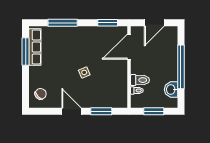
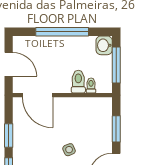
window: (108, 23) -> (9, 136), moved
washbasin: (171, 90) -> (104, 45), moved, turned 90
window: (154, 111) -> (116, 65), width x1.44

